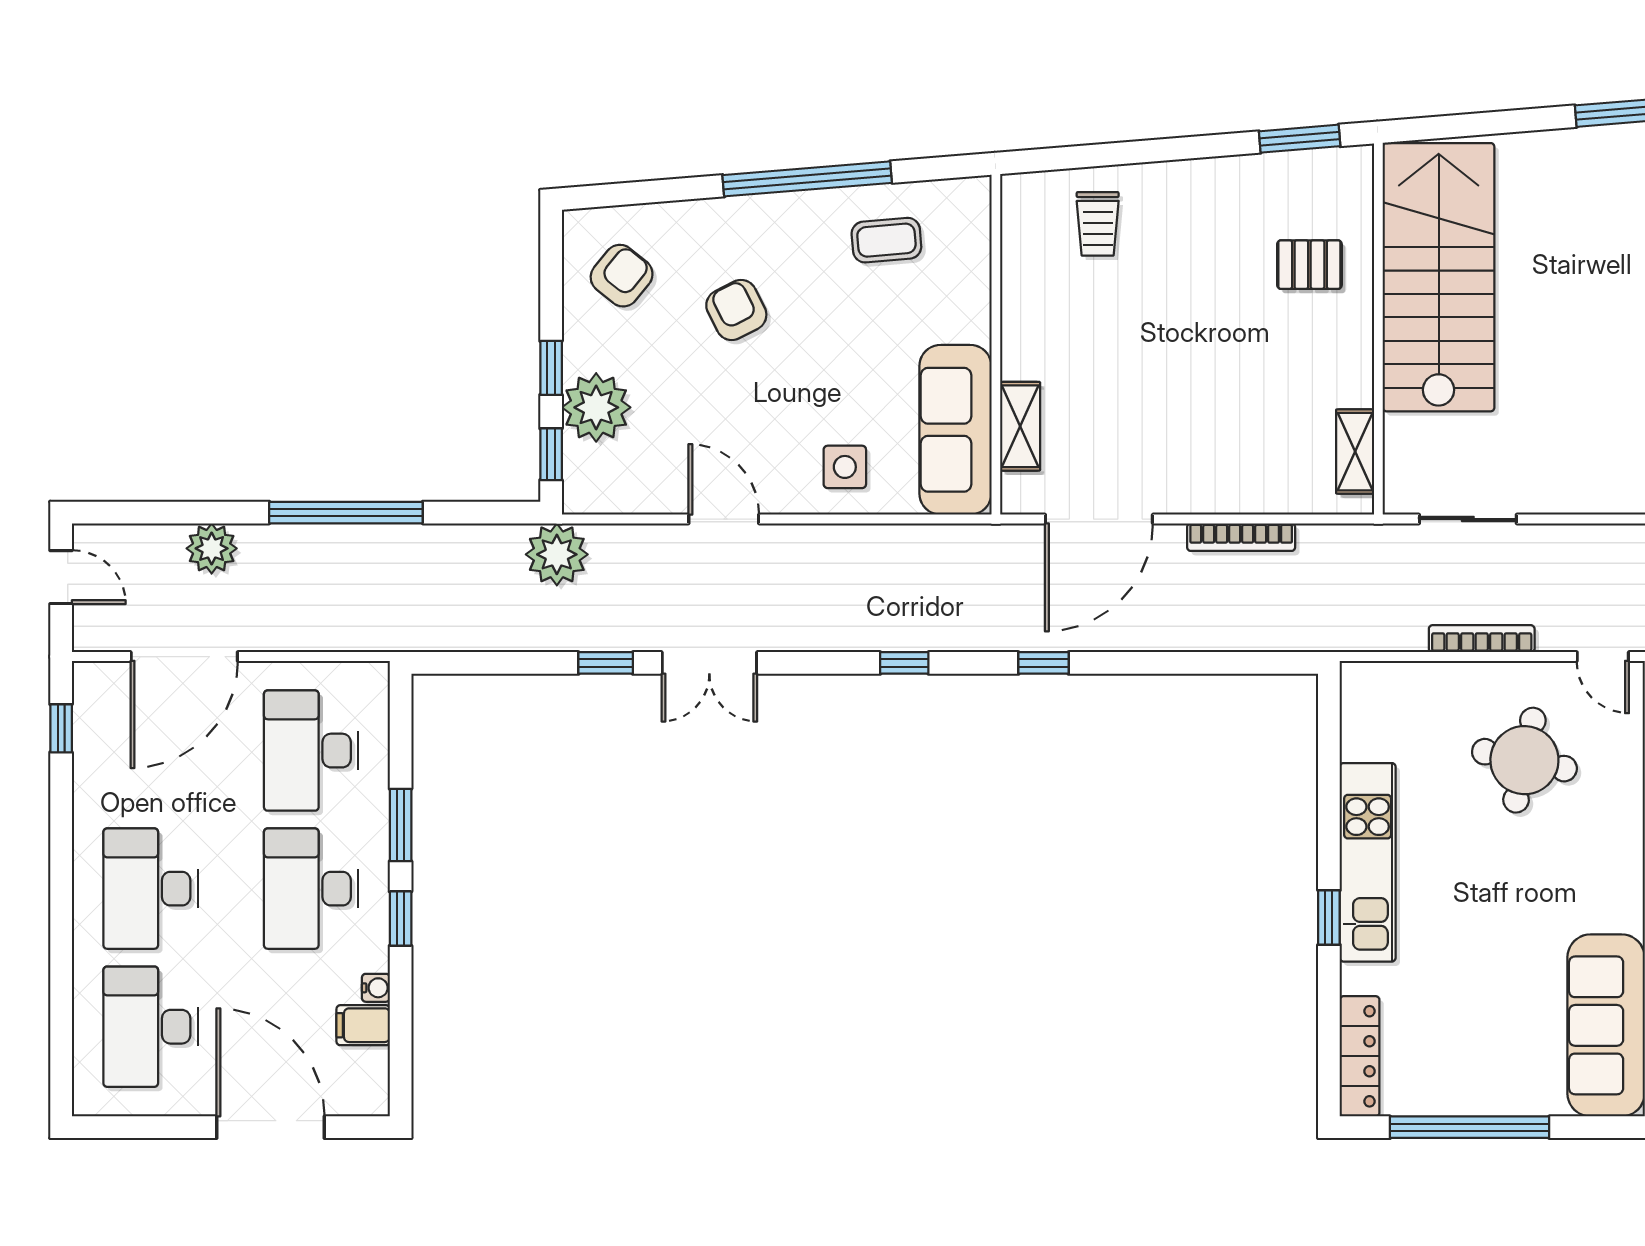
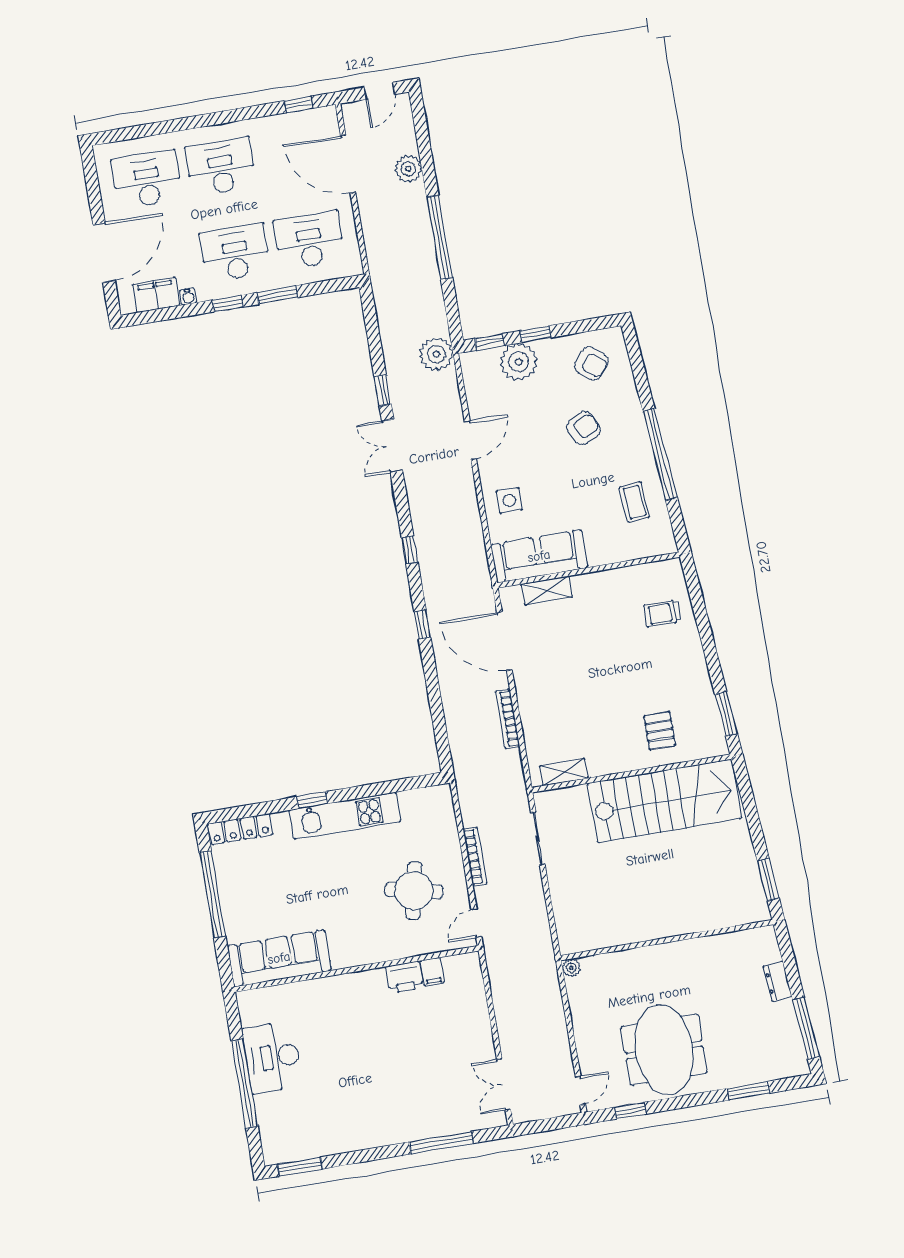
filing cabinet: (363, 1025) -> (156, 295), width x2.00

